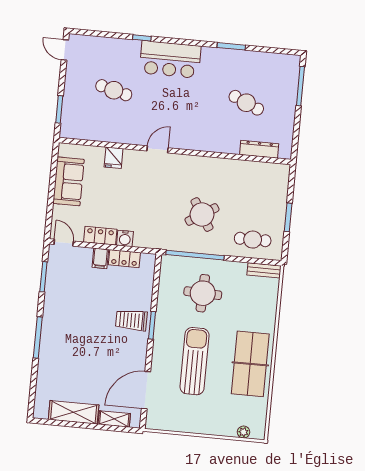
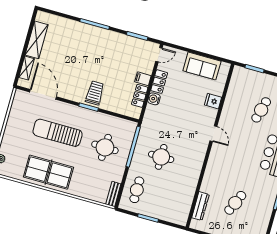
round table: (202, 215) -> (161, 157), turned 32
sun lounger: (195, 361) -> (58, 133), turned 180

